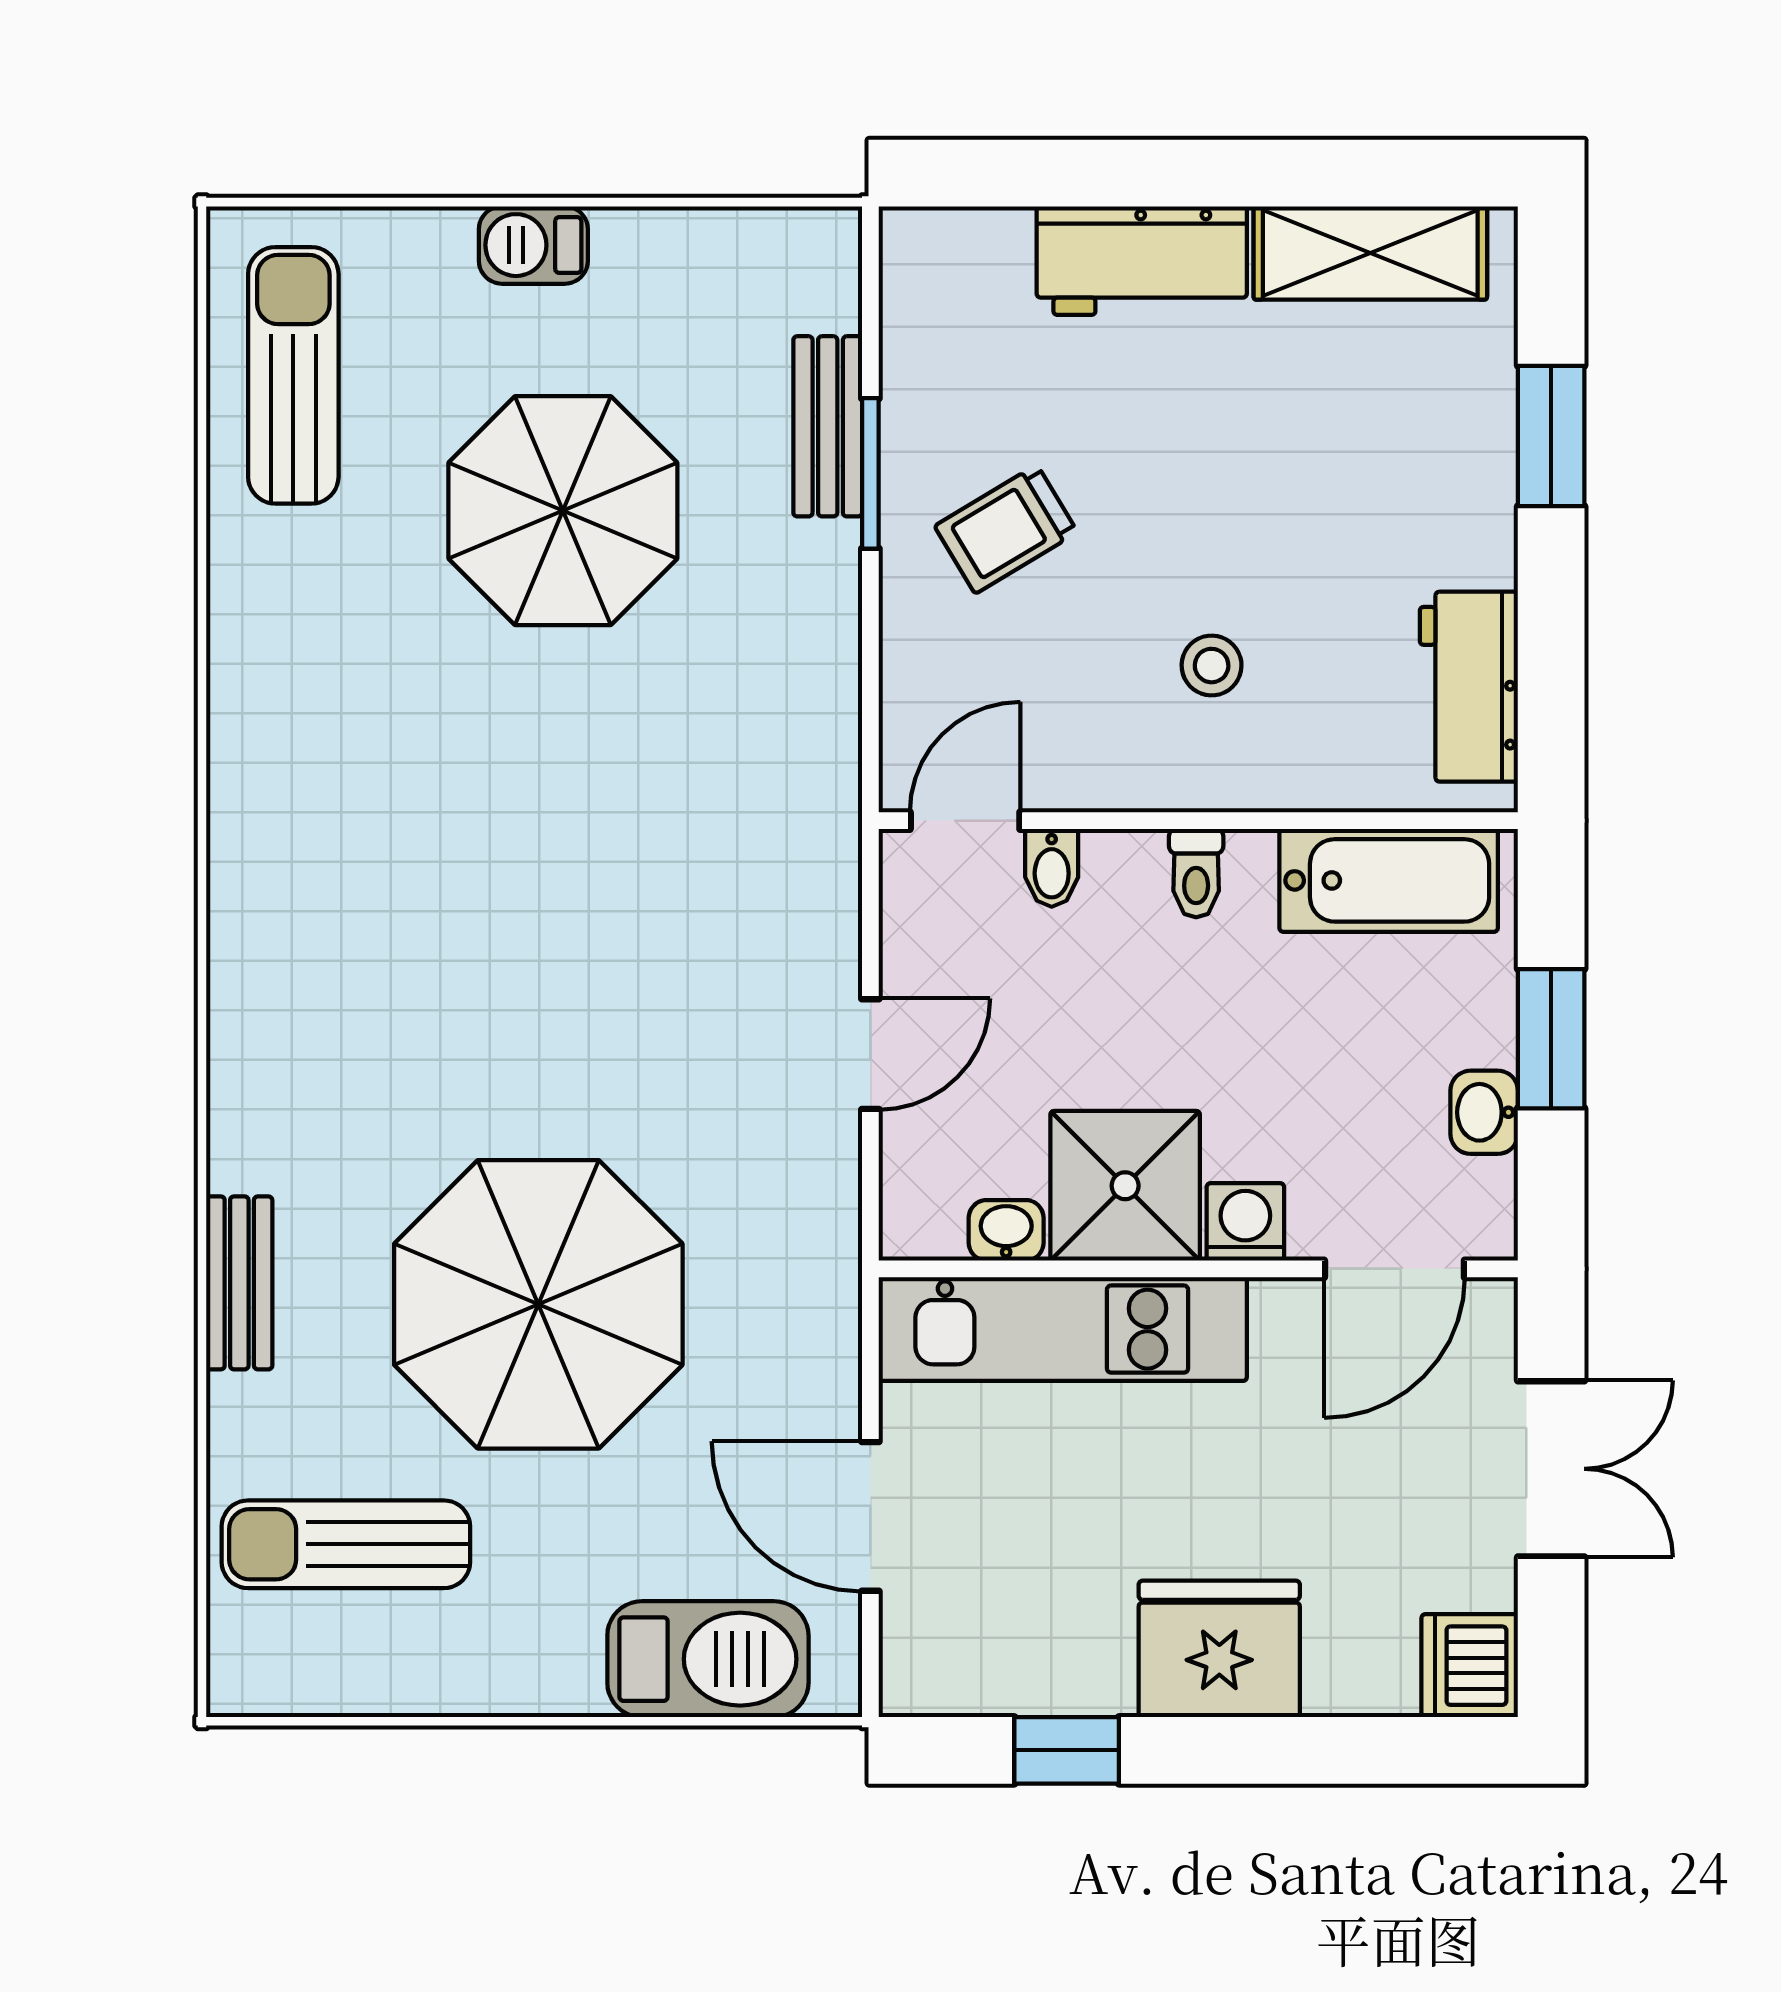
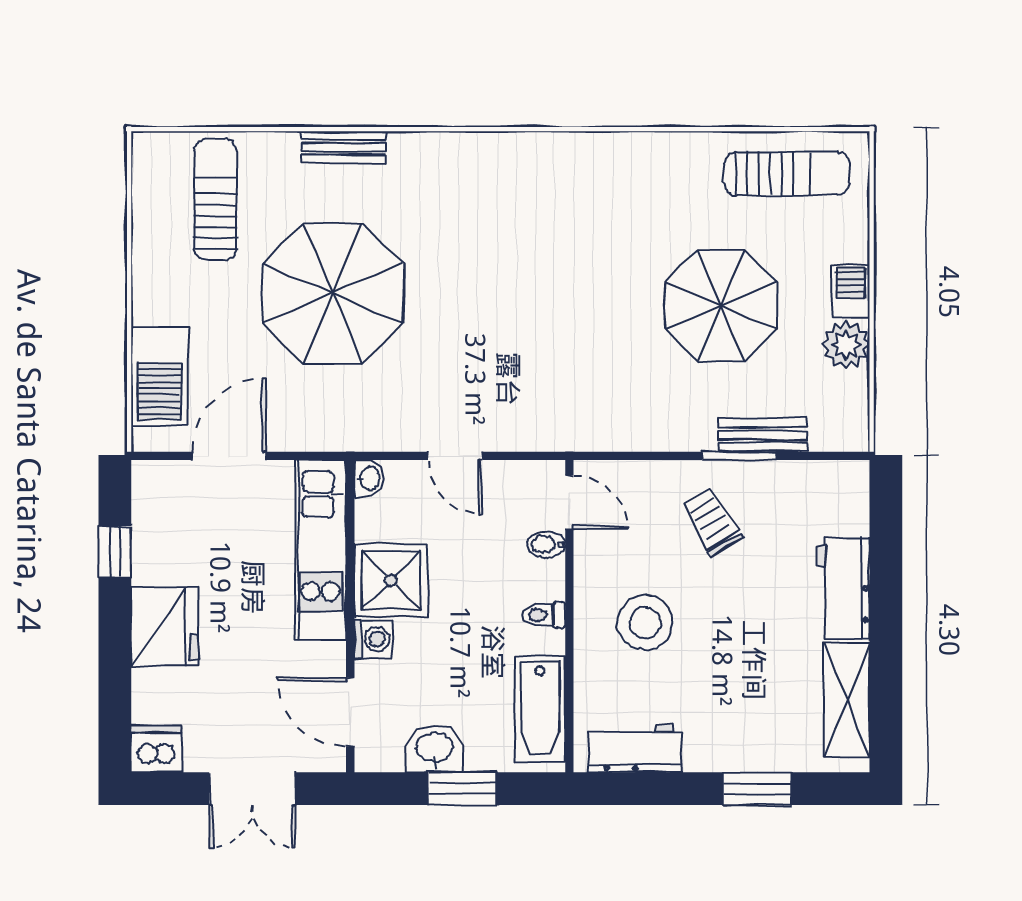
plant: (643, 255) -> (846, 345), added
stool: (1212, 666) -> (645, 623), width x1.89, depth x1.89
washbasin: (1484, 1112) -> (435, 749), width x1.38, depth x1.45
washbasin: (1006, 1230) -> (369, 478), moved

